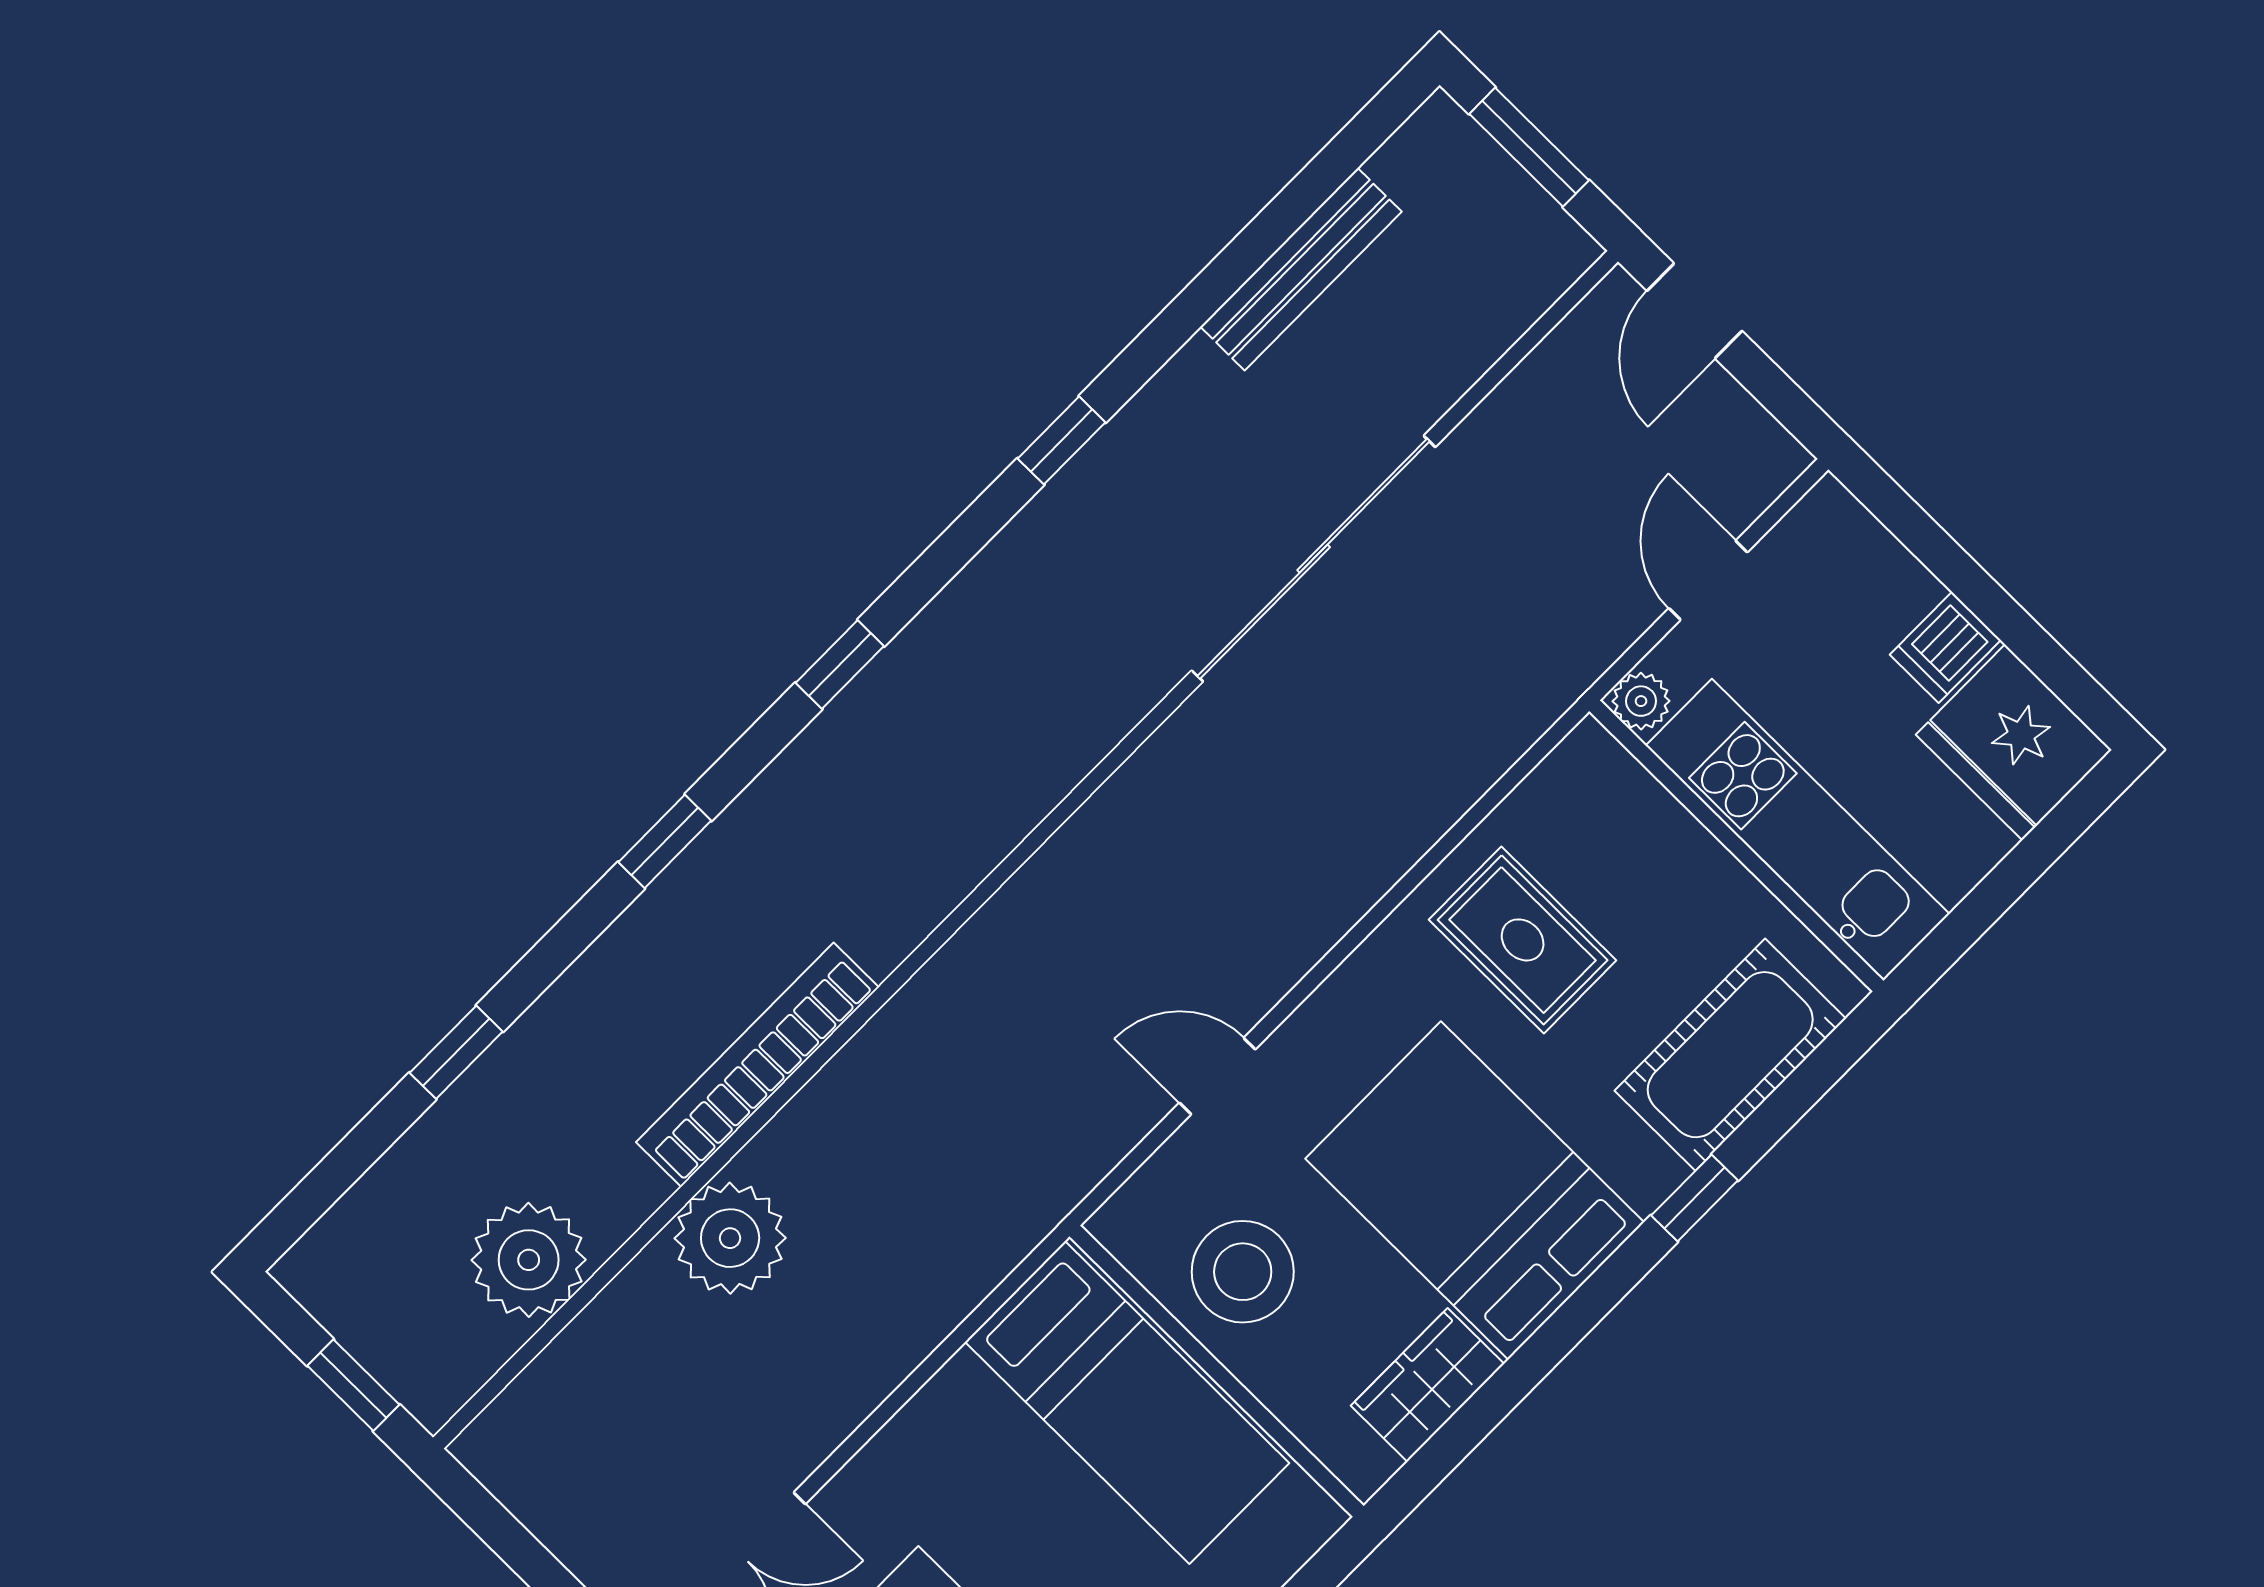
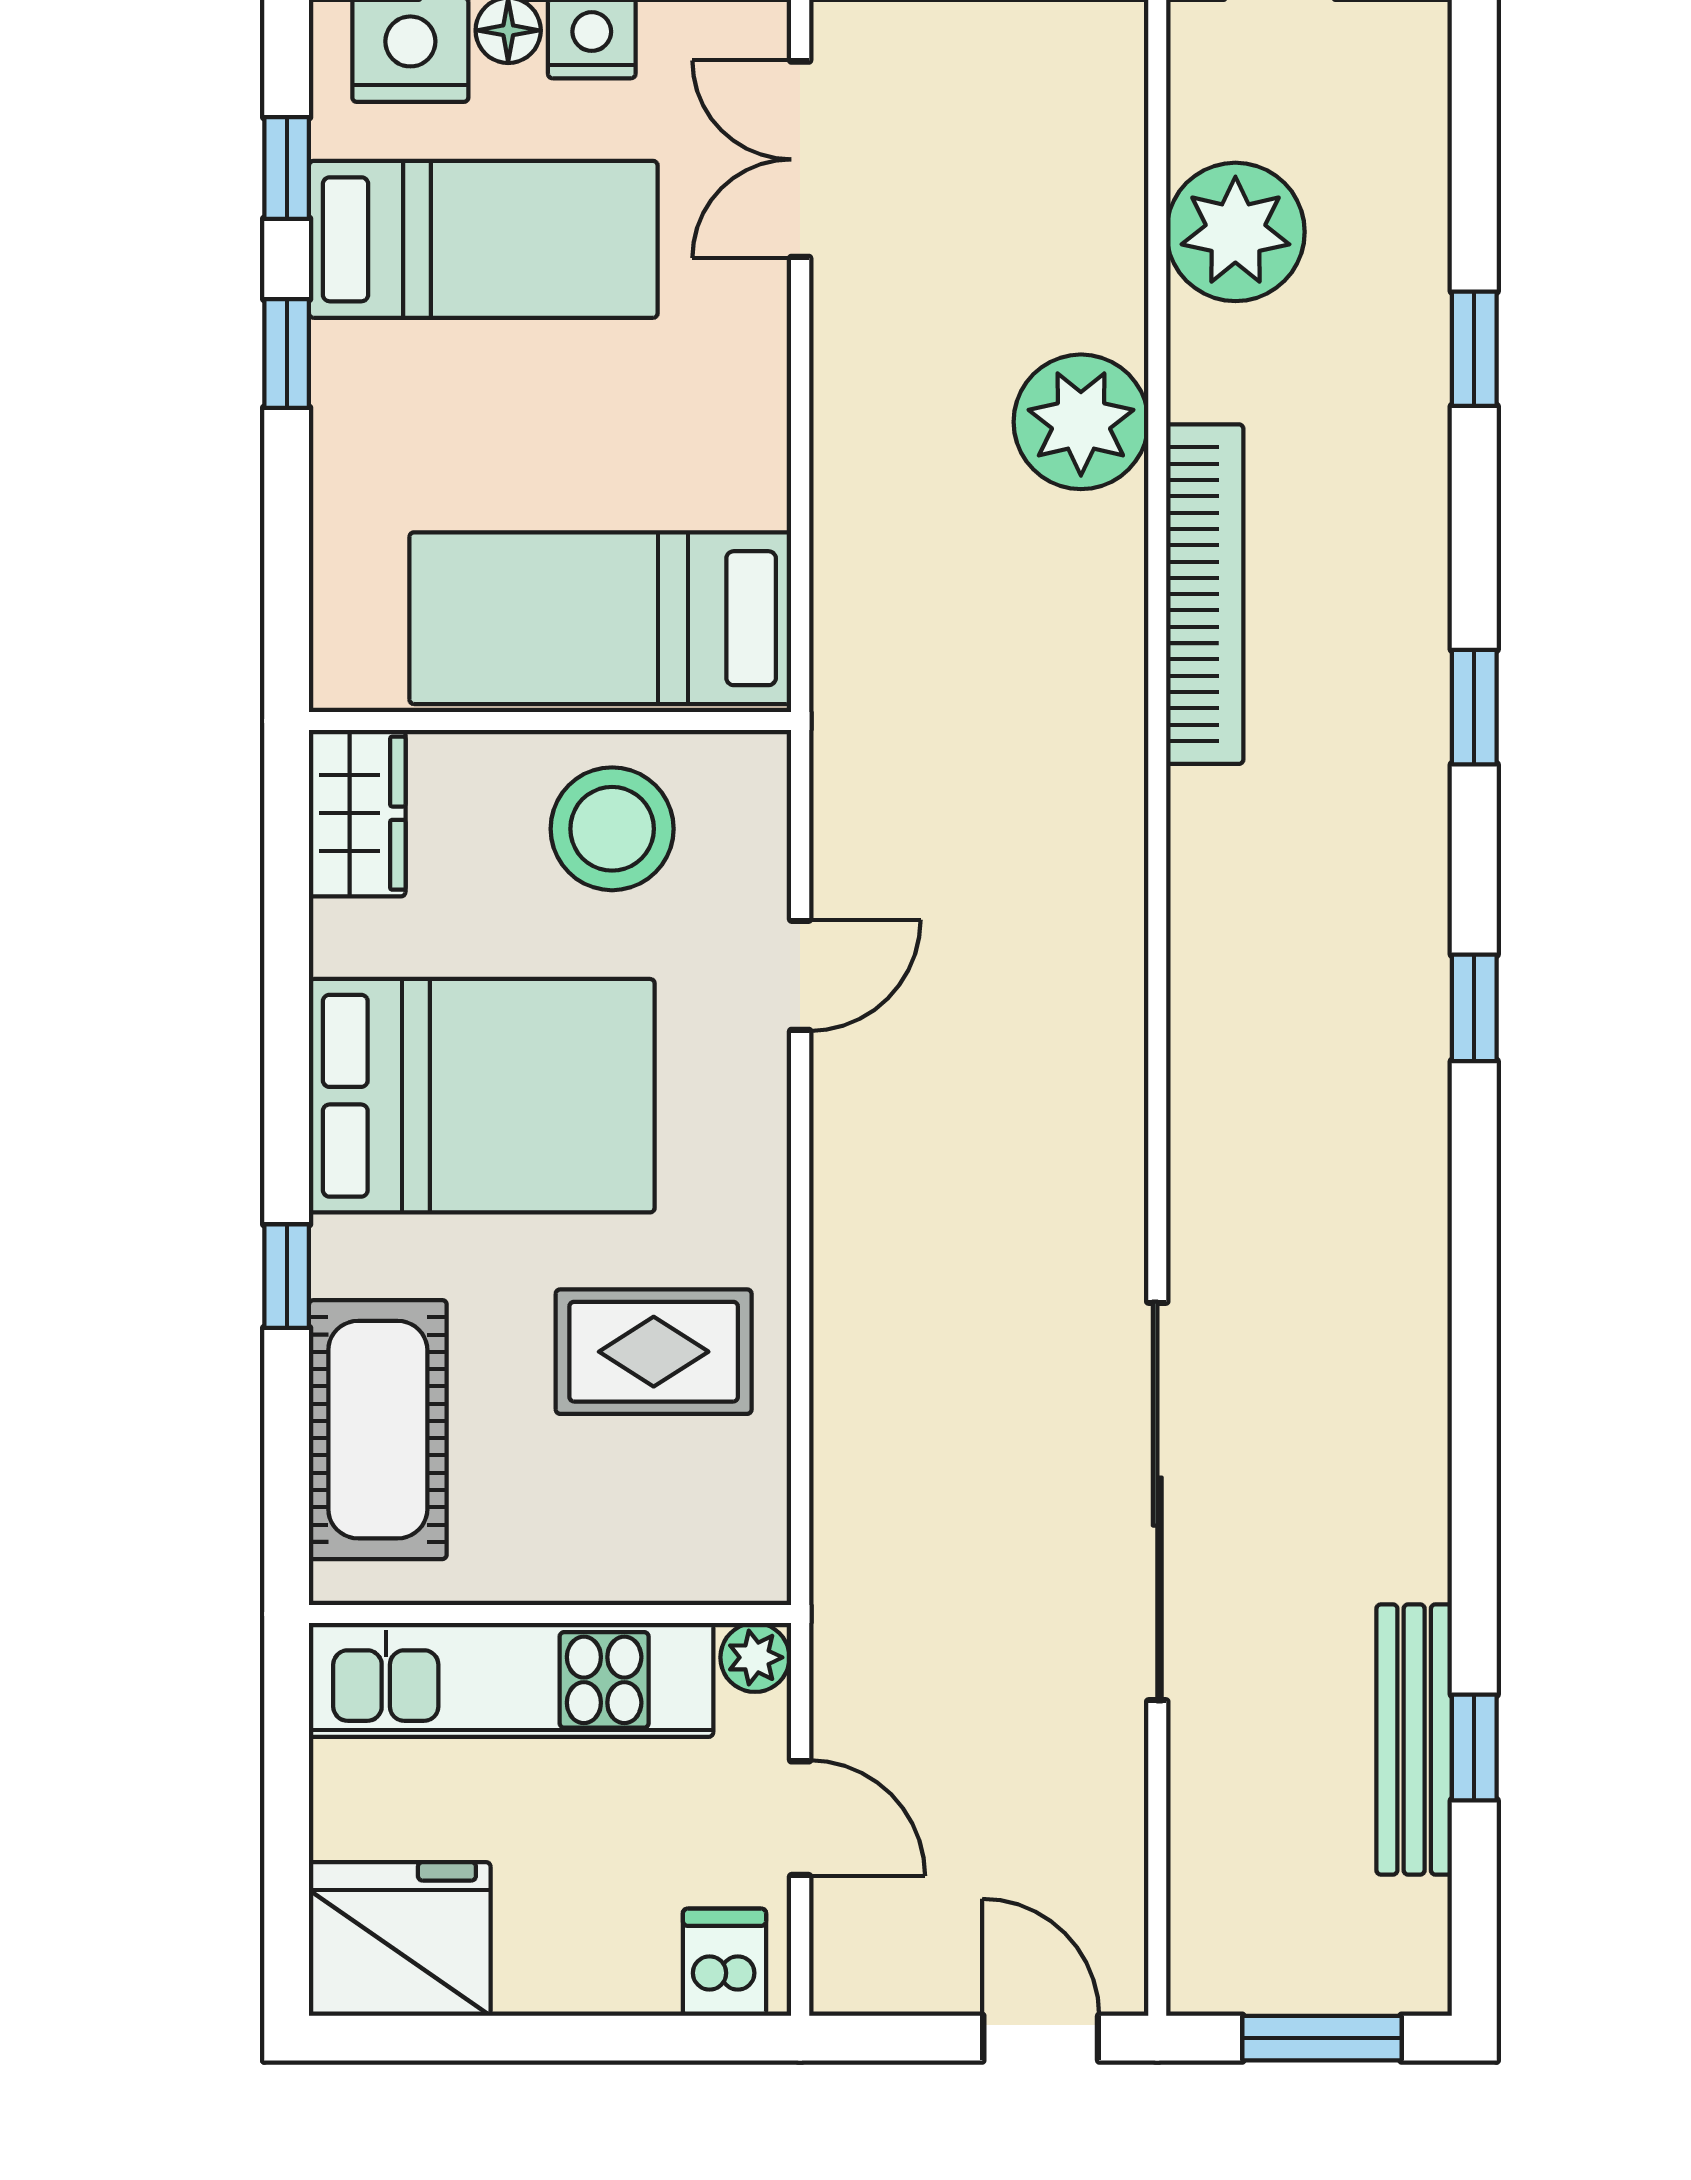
window: (1061, 440) -> (1474, 1748), moved
dishwasher: (1945, 647) -> (724, 1962), moved
wardrobe: (1427, 1385) -> (357, 813), moved

